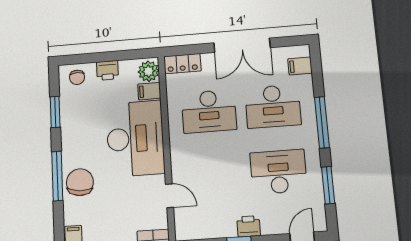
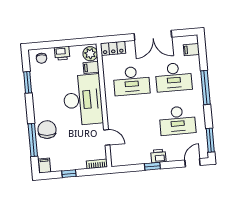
desk: (279, 172) -> (177, 121), turned 180
window: (57, 176) -> (33, 140), moved
window: (328, 185) -> (210, 140), moved

